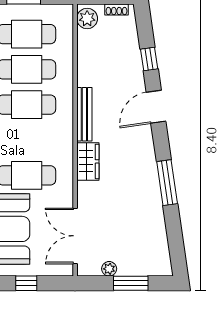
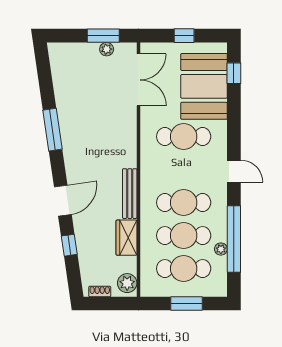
wardrobe: (88, 161) -> (126, 238), moved
window: (131, 283) -> (103, 36), moved

